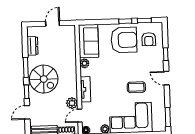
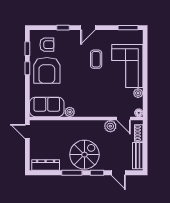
door: (53, 23) -> (27, 132), moved
armchair: (124, 40) -> (47, 70), turned 180
dresser: (32, 46) -> (46, 165), width x1.44
tv unit: (85, 89) -> (96, 112), removed

